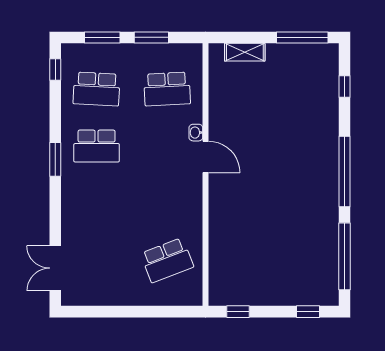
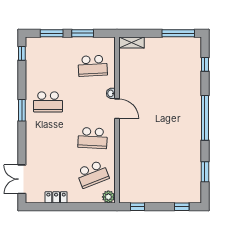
shelving: (245, 52) -> (132, 43), moved
school desk: (97, 89) -> (93, 138), moved
window: (345, 256) -> (205, 172), width x0.47
plant: (192, 296) -> (108, 197), added
locker: (109, 297) -> (56, 197), added

